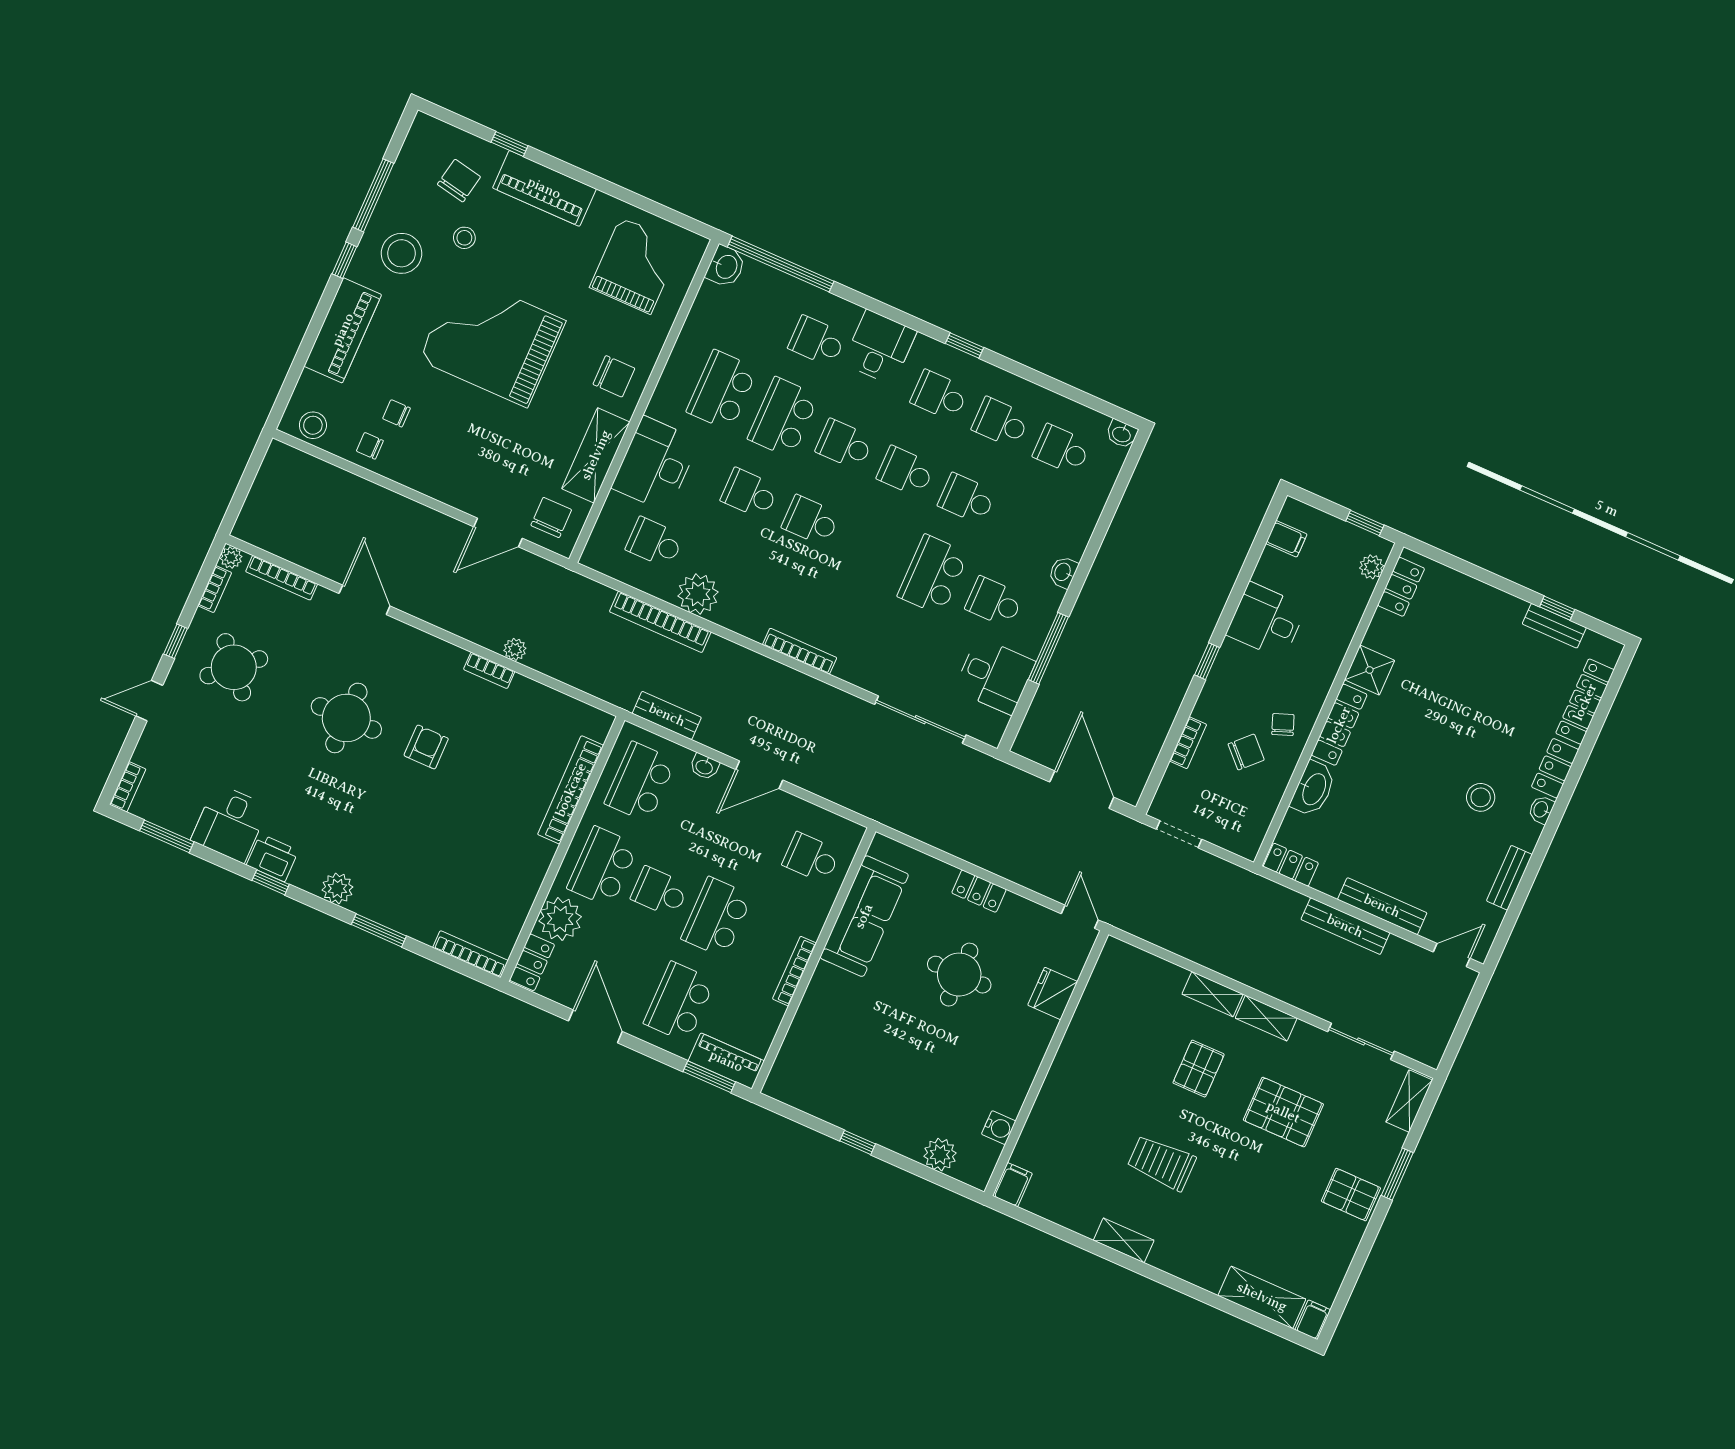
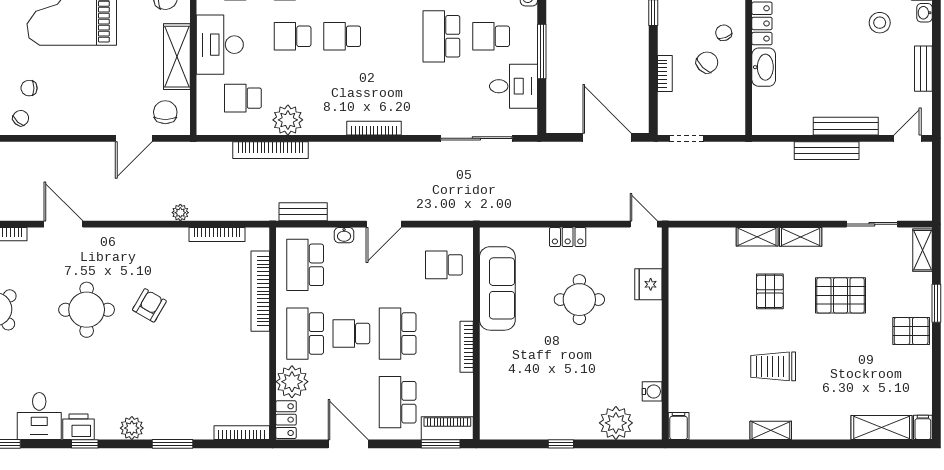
chair: (370, 446) -> (21, 118), turned 132
bookcase: (489, 670) -> (217, 234), moved, width x1.56
armchair: (426, 747) -> (149, 305), turned 30
locker: (1291, 865) -> (771, 125), removed
plant: (940, 1155) -> (616, 423), width x1.36, depth x1.36

